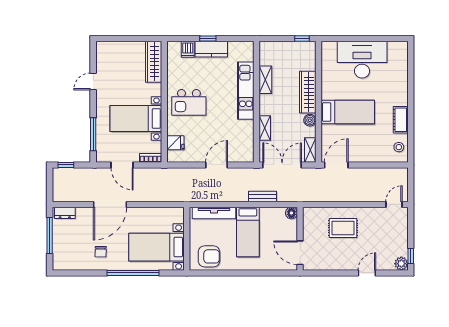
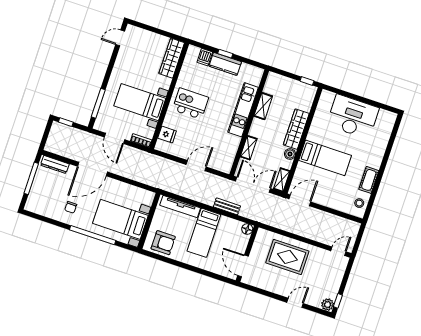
door: (93, 81) -> (120, 38), moved
kitchen island: (189, 102) -> (190, 104), turned 180
dresser: (65, 213) -> (55, 165), width x1.44
rug: (343, 228) -> (287, 257), width x1.36, depth x1.43

